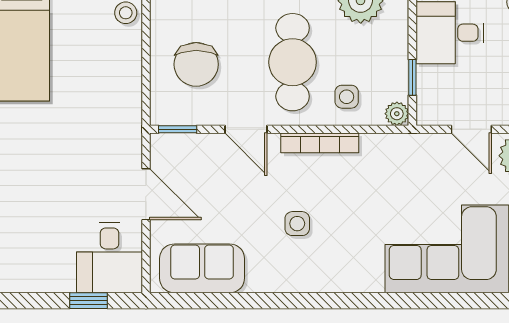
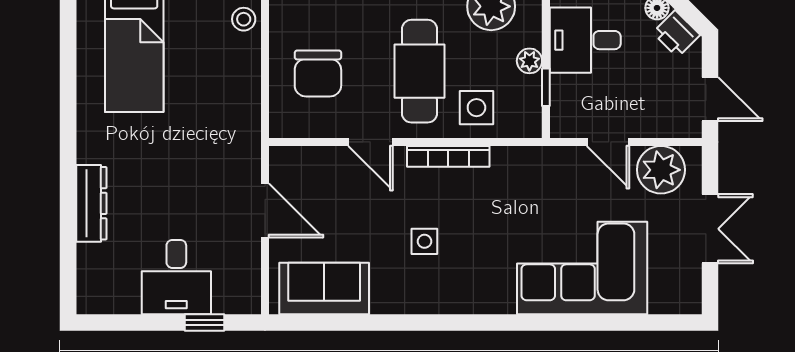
side table: (347, 97) -> (476, 108), width x1.37, depth x1.37
plant: (397, 114) -> (529, 61), moved
window: (178, 129) -> (298, 142), removed
desk: (109, 258) -> (176, 277), moved

